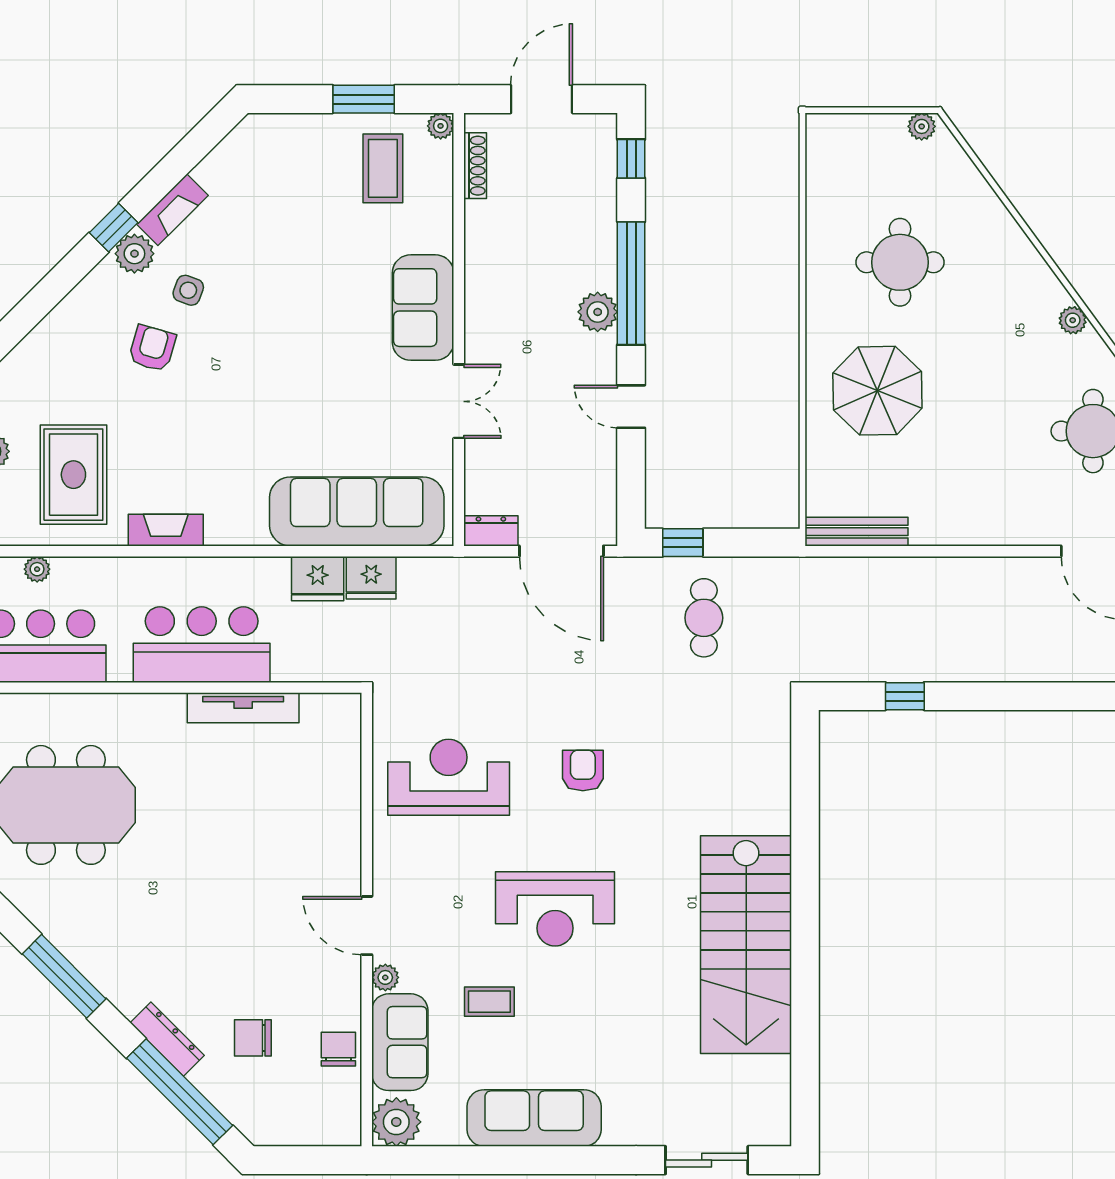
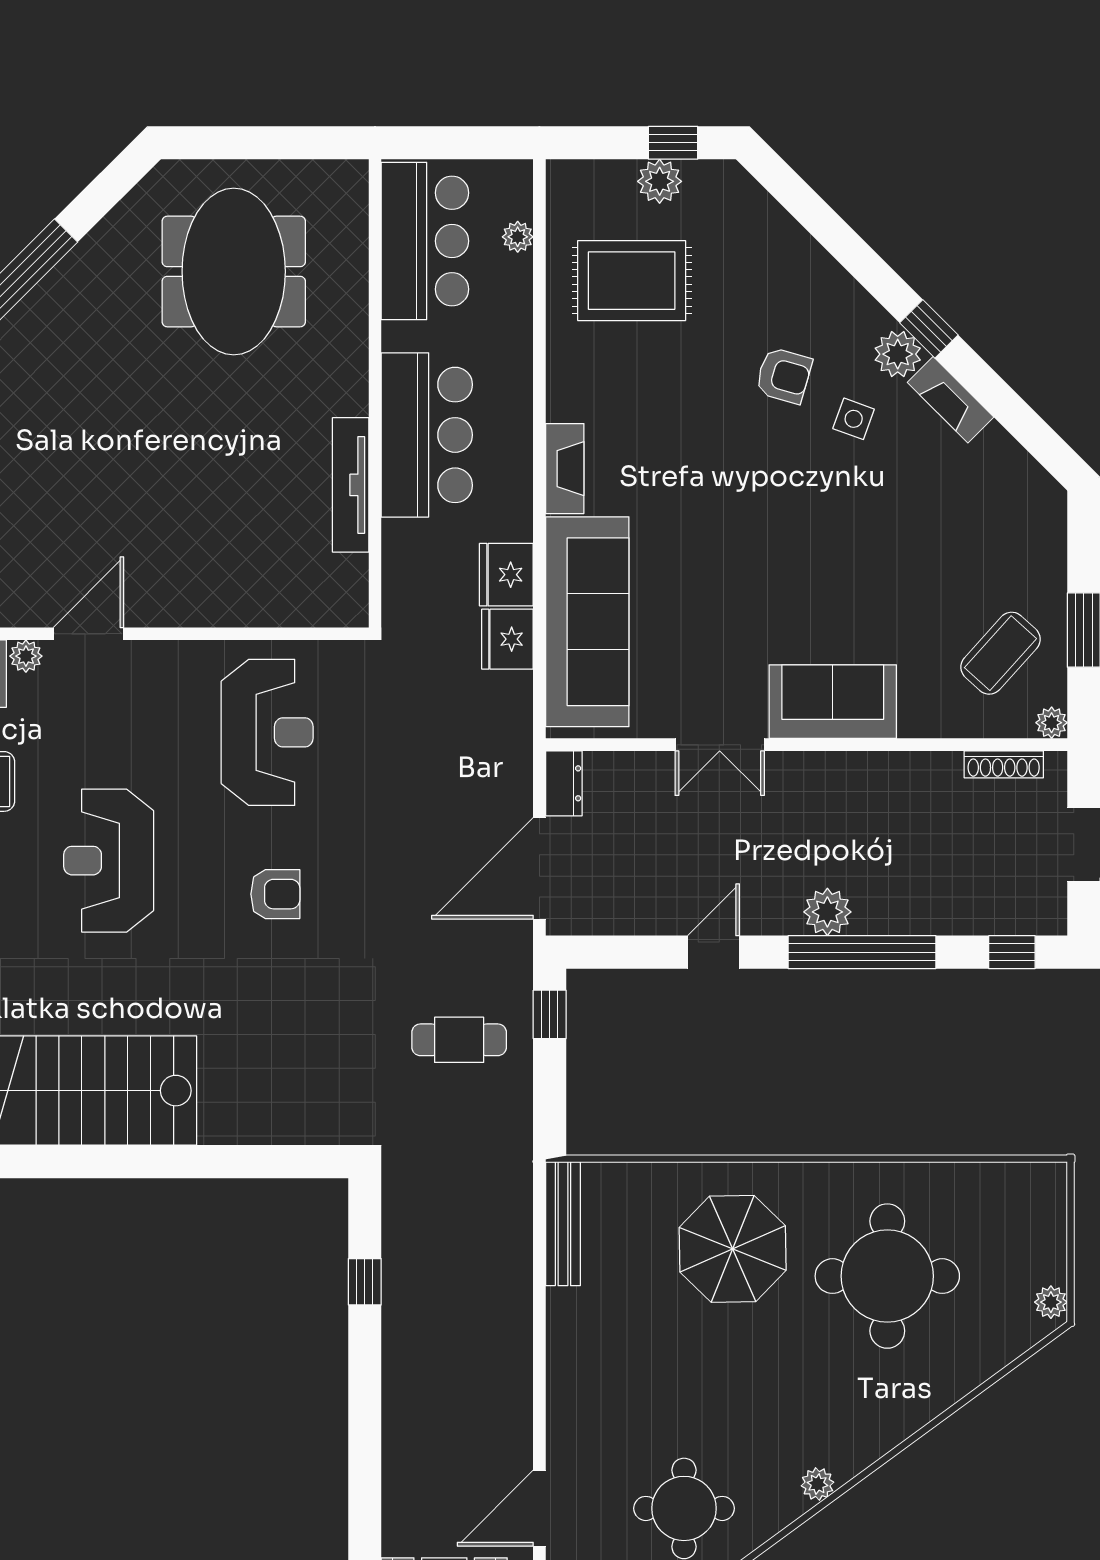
coffee table: (383, 168) -> (1000, 653), turned -48
round table: (900, 262) -> (887, 1276), width x1.36, depth x1.36
fireplace: (166, 530) -> (565, 469), moved

